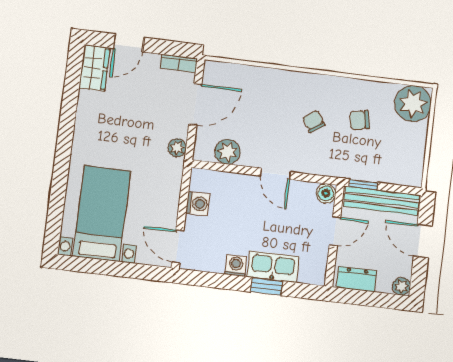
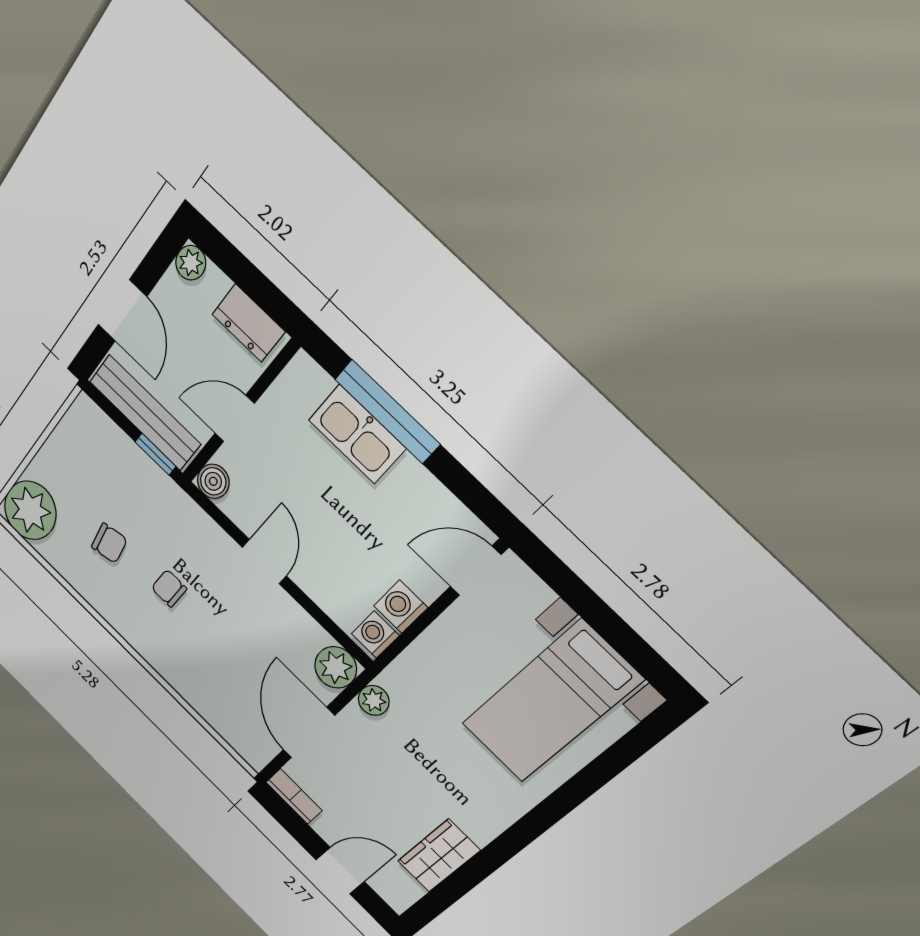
wardrobe: (94, 68) -> (439, 856), moved
door: (195, 104) -> (309, 733), hinge flipped
chair: (314, 121) -> (169, 588), turned 124
plant: (228, 152) -> (336, 667), moved
door: (178, 246) -> (475, 571), swing flipped
washing machine: (236, 266) -> (375, 635), moved, turned 90
window: (266, 286) -> (387, 412), width x2.17

